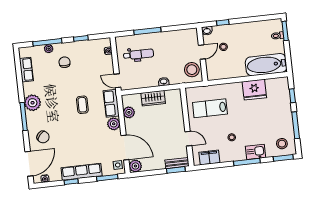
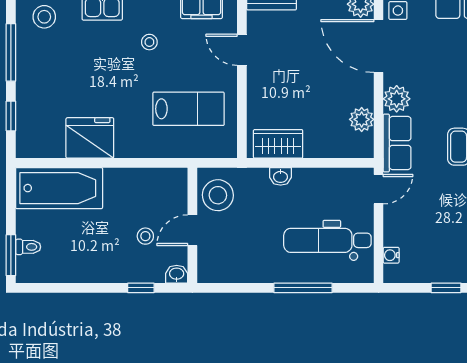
dental chair: (139, 54) -> (327, 240), width x1.36, depth x1.38
door: (117, 81) -> (379, 189), hinge flipped
wardrobe: (153, 98) -> (278, 144), moved

